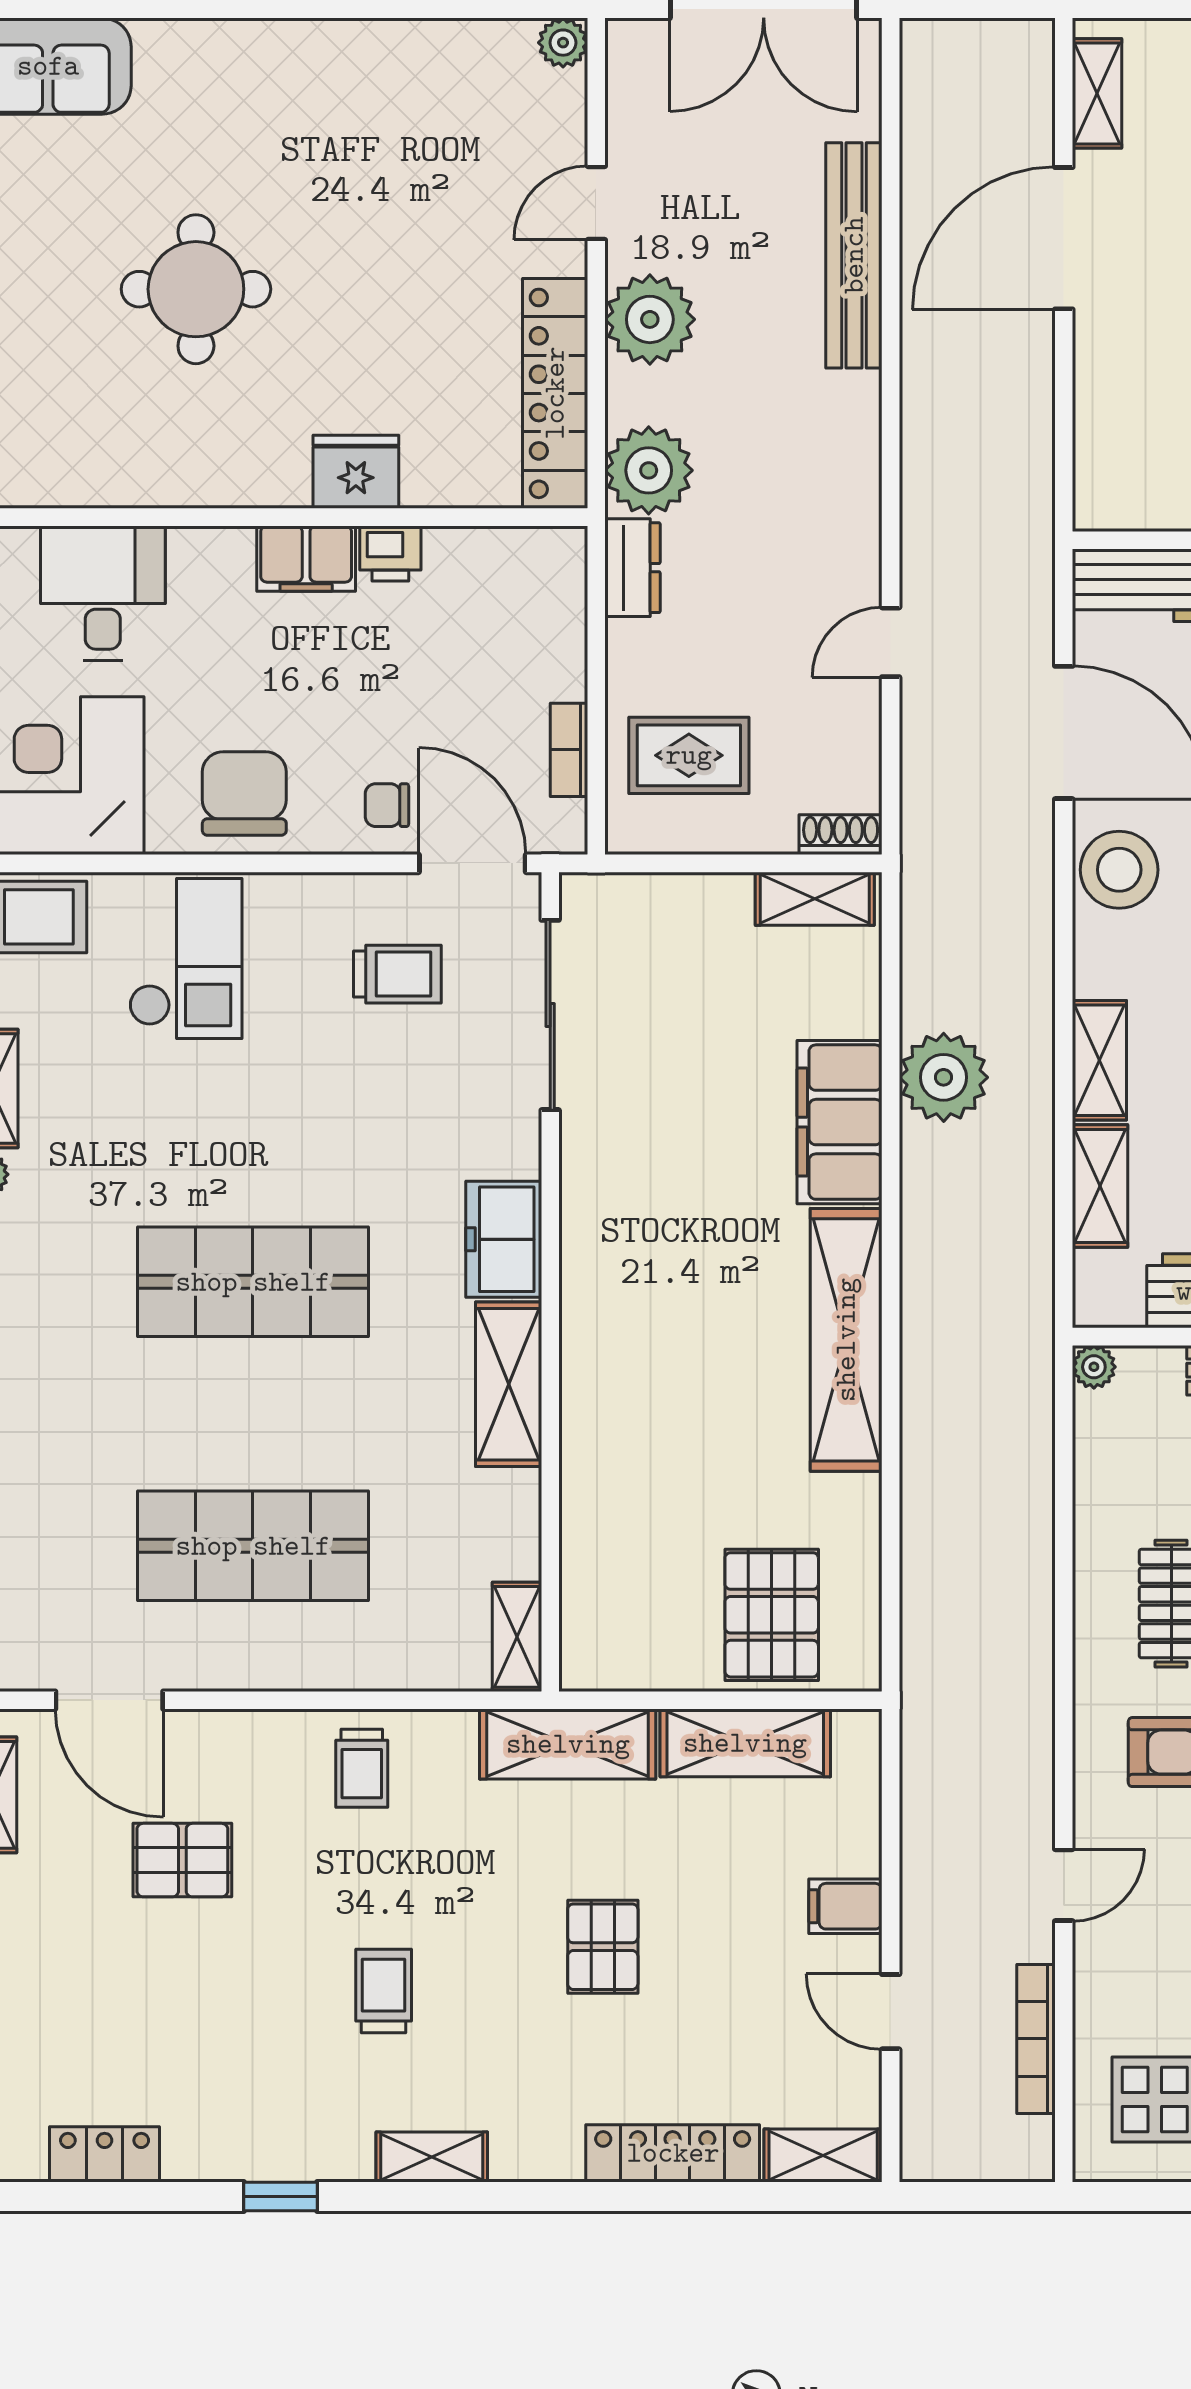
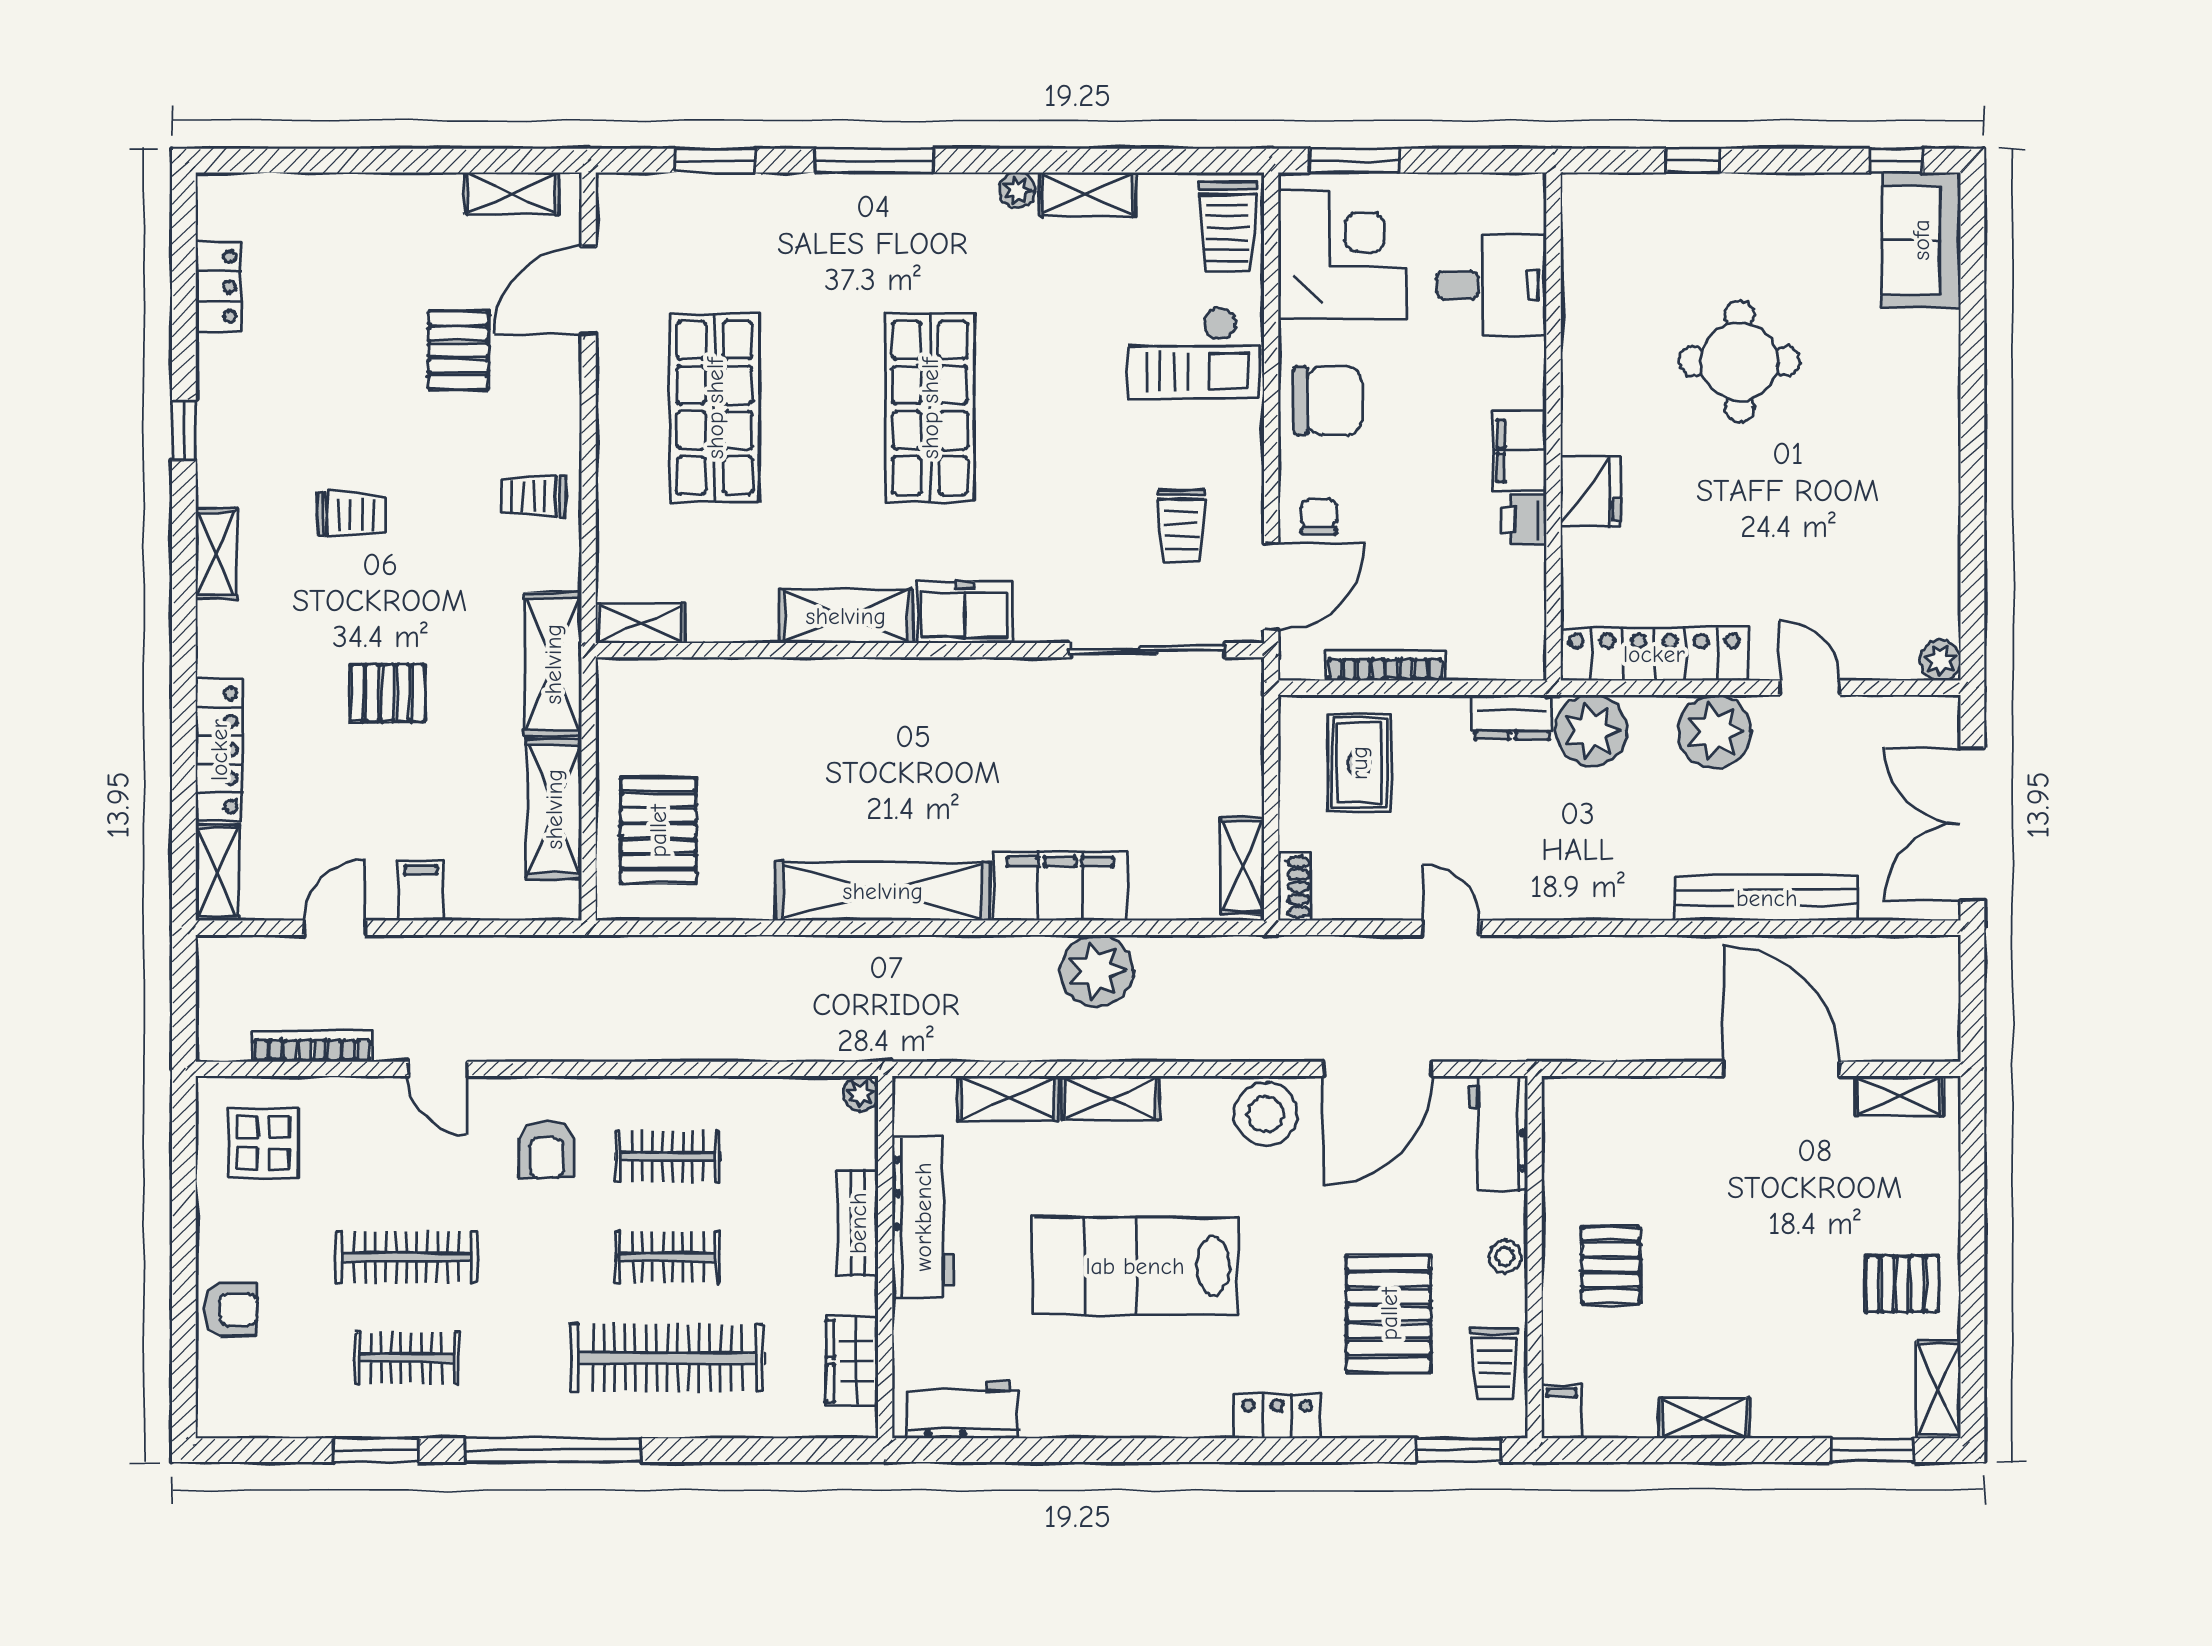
bookcase: (569, 750) -> (1385, 665), width x1.56
pallet: (772, 1615) -> (658, 831), turned 90

